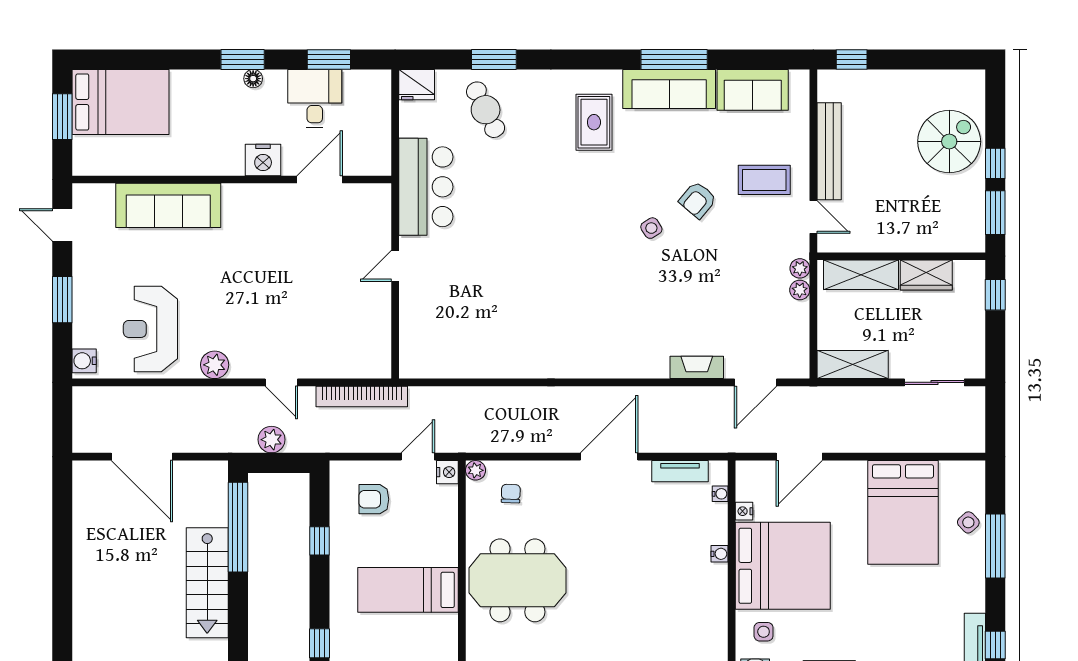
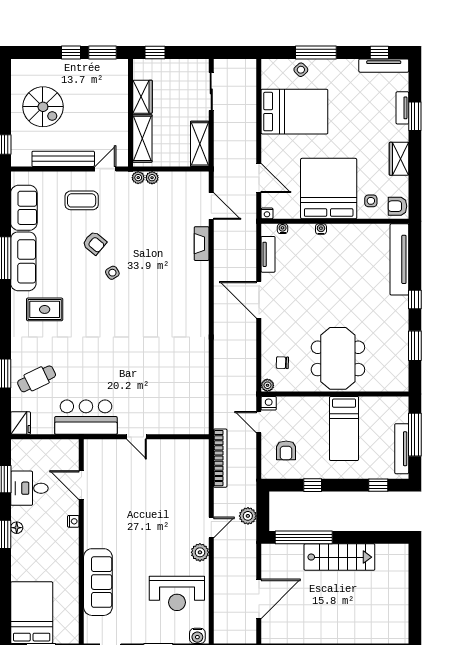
spiral stairs: (949, 142) -> (43, 107), moved, turned 180
nightstand: (263, 160) -> (73, 521), width x0.53, depth x0.56
coffee table: (764, 180) -> (82, 200), turned 90
door: (281, 382) -> (211, 527), moved
nightstand: (744, 511) -> (267, 213), moved

